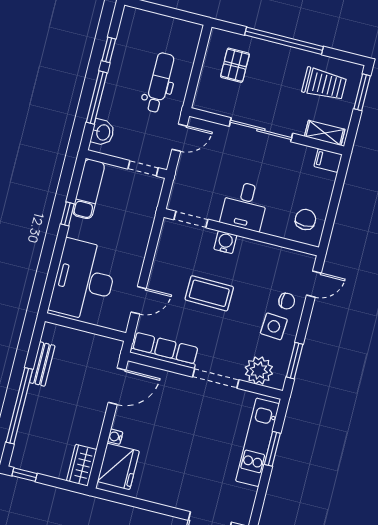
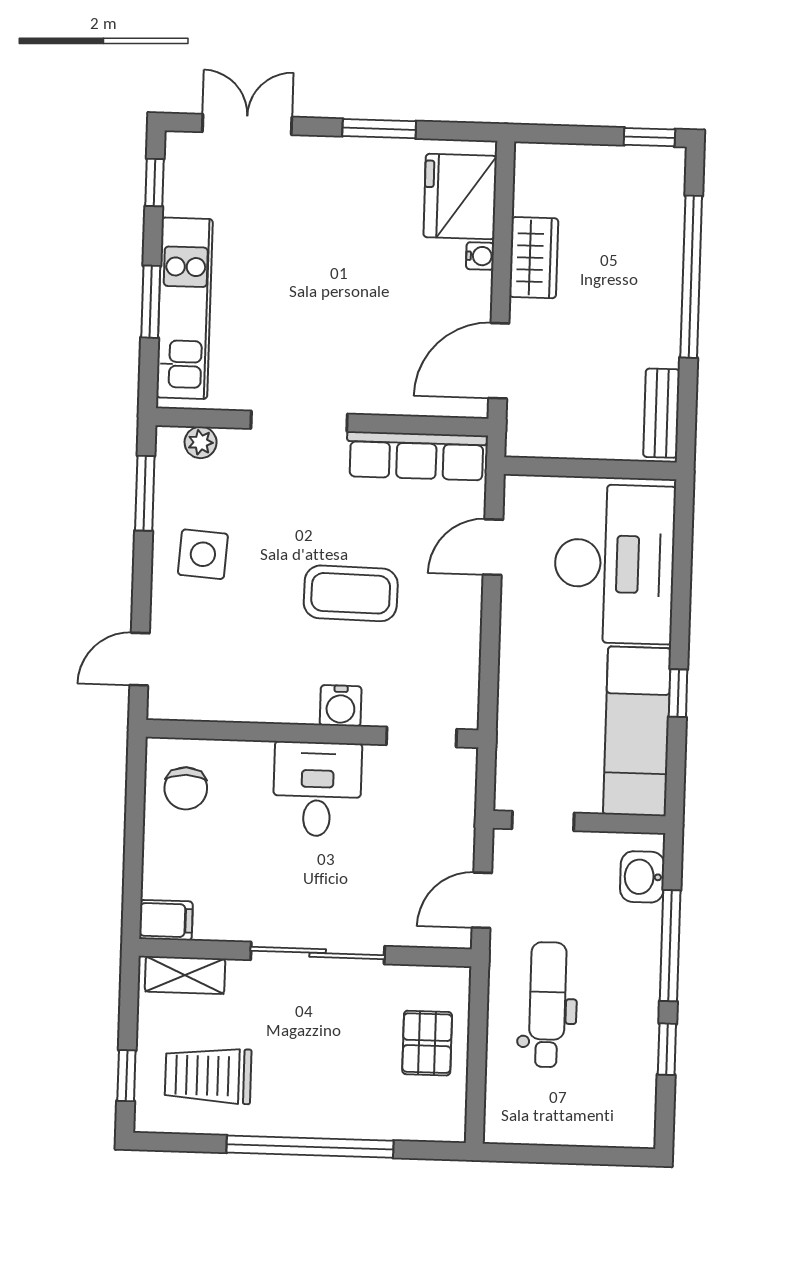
pallet: (235, 65) -> (427, 1043), moved
dental chair: (160, 83) -> (547, 1005), turned 180
window: (362, 92) -> (126, 1076), width x0.67
exam couch: (88, 189) -> (637, 731), width x1.36, depth x1.45
chair: (287, 301) -> (188, 612), removed
bench: (42, 364) -> (661, 413), moved
plant: (259, 370) -> (201, 442), width x0.53, depth x0.53
wardrobe: (82, 465) -> (534, 258), moved
window: (259, 504) -> (155, 183), added
window: (149, 506) -> (379, 129), added

